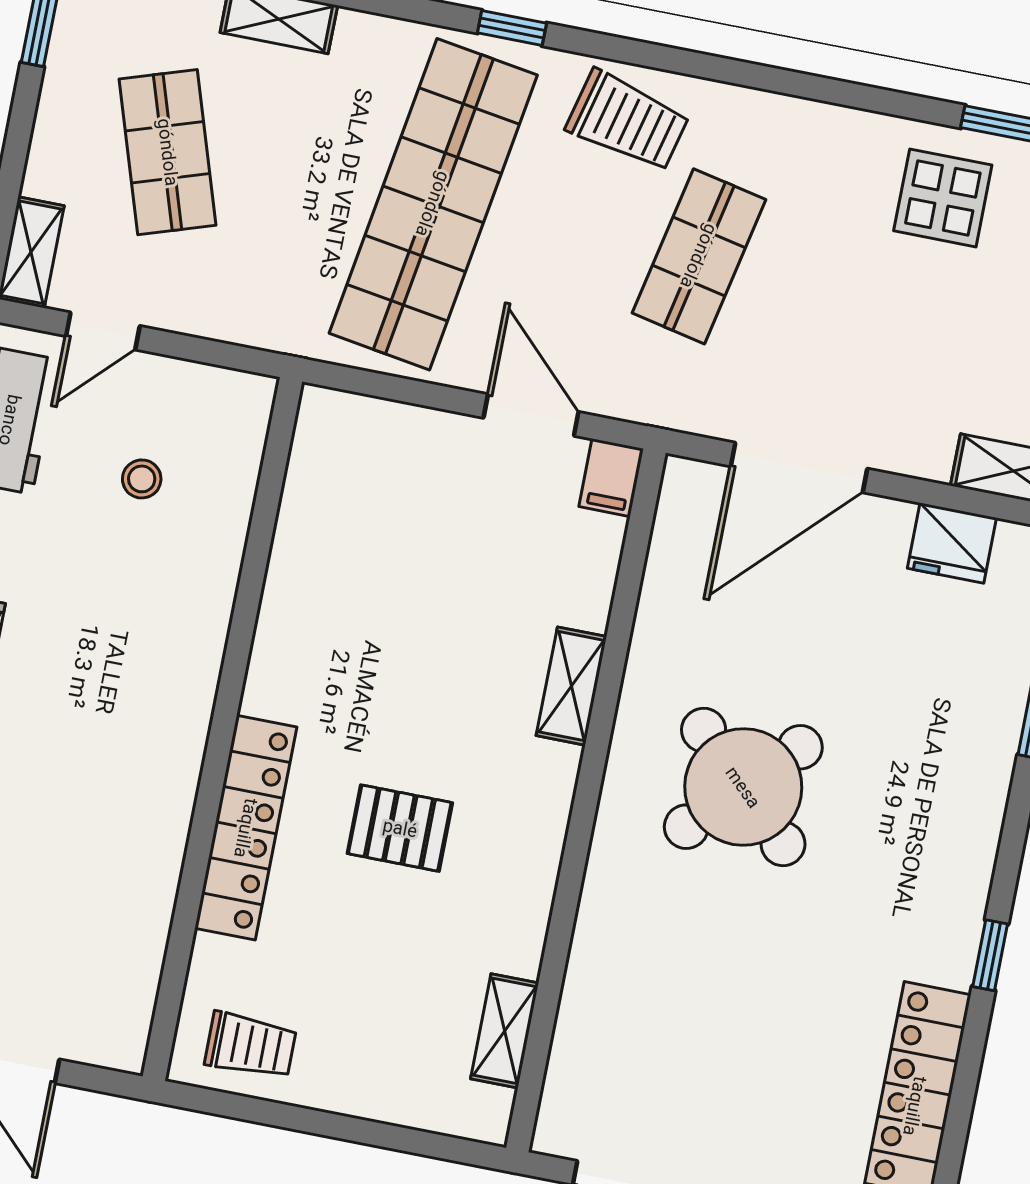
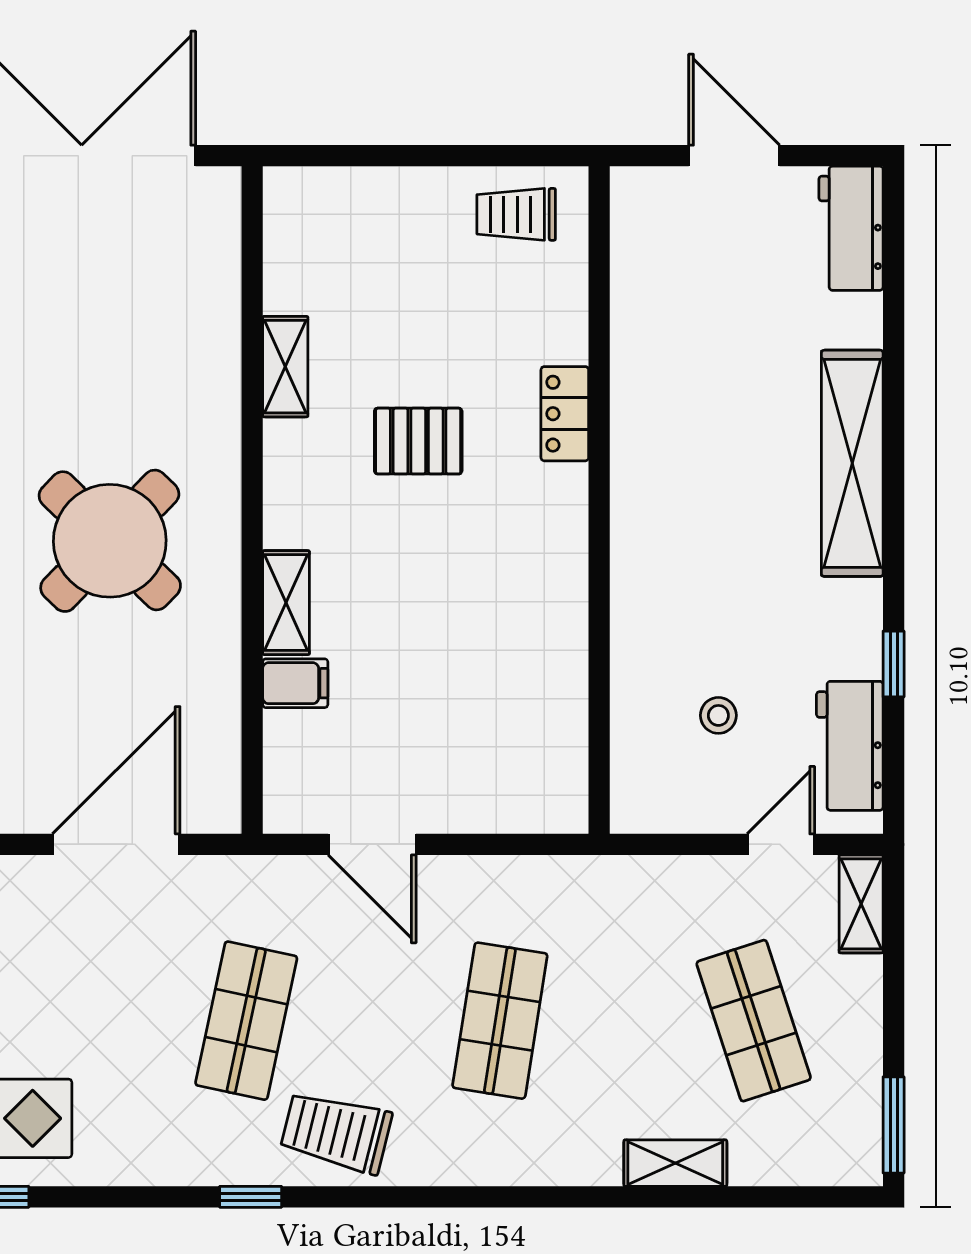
window: (512, 28) -> (251, 1197), moved
shop shelf: (433, 204) -> (500, 1021), width x0.50, depth x0.74
filing cabinet: (611, 478) -> (295, 683), moved, turned 90
locker: (246, 828) -> (565, 414), width x0.46, depth x0.83
shelving: (505, 1031) -> (285, 367), moved

